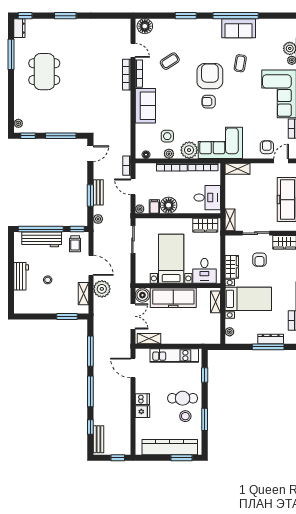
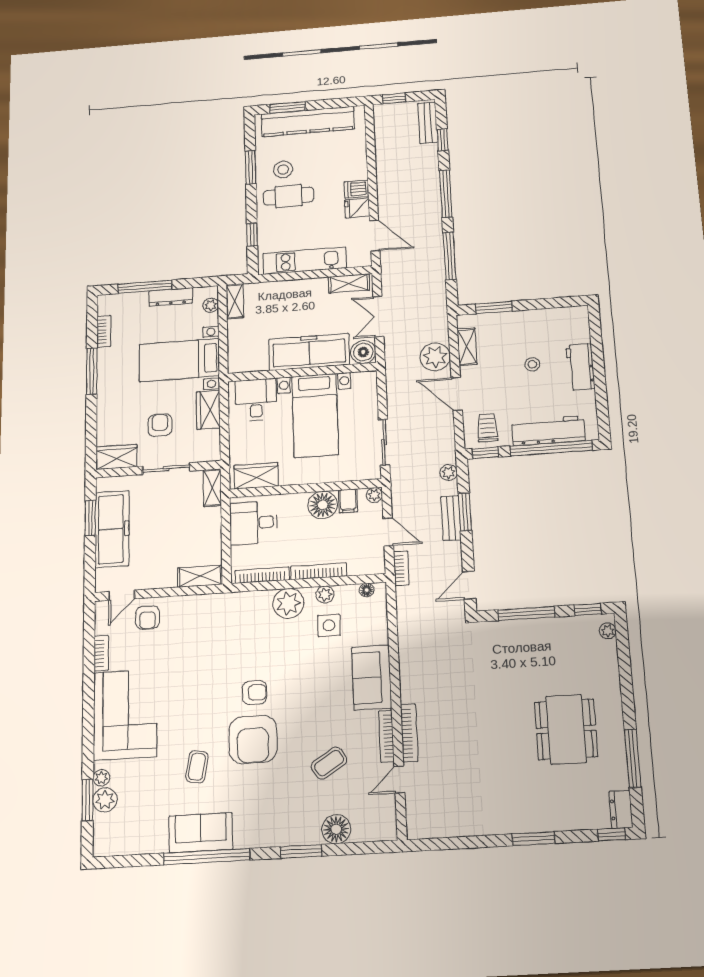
floor lamp: (145, 26) -> (336, 829), moved
door: (133, 50) -> (399, 779), hinge flipped
corner sofa: (220, 143) -> (231, 620), removed
shelving: (215, 302) -> (235, 301), moved
dresser: (271, 339) -> (171, 297), moved
fridge: (142, 412) -> (357, 208), moved

